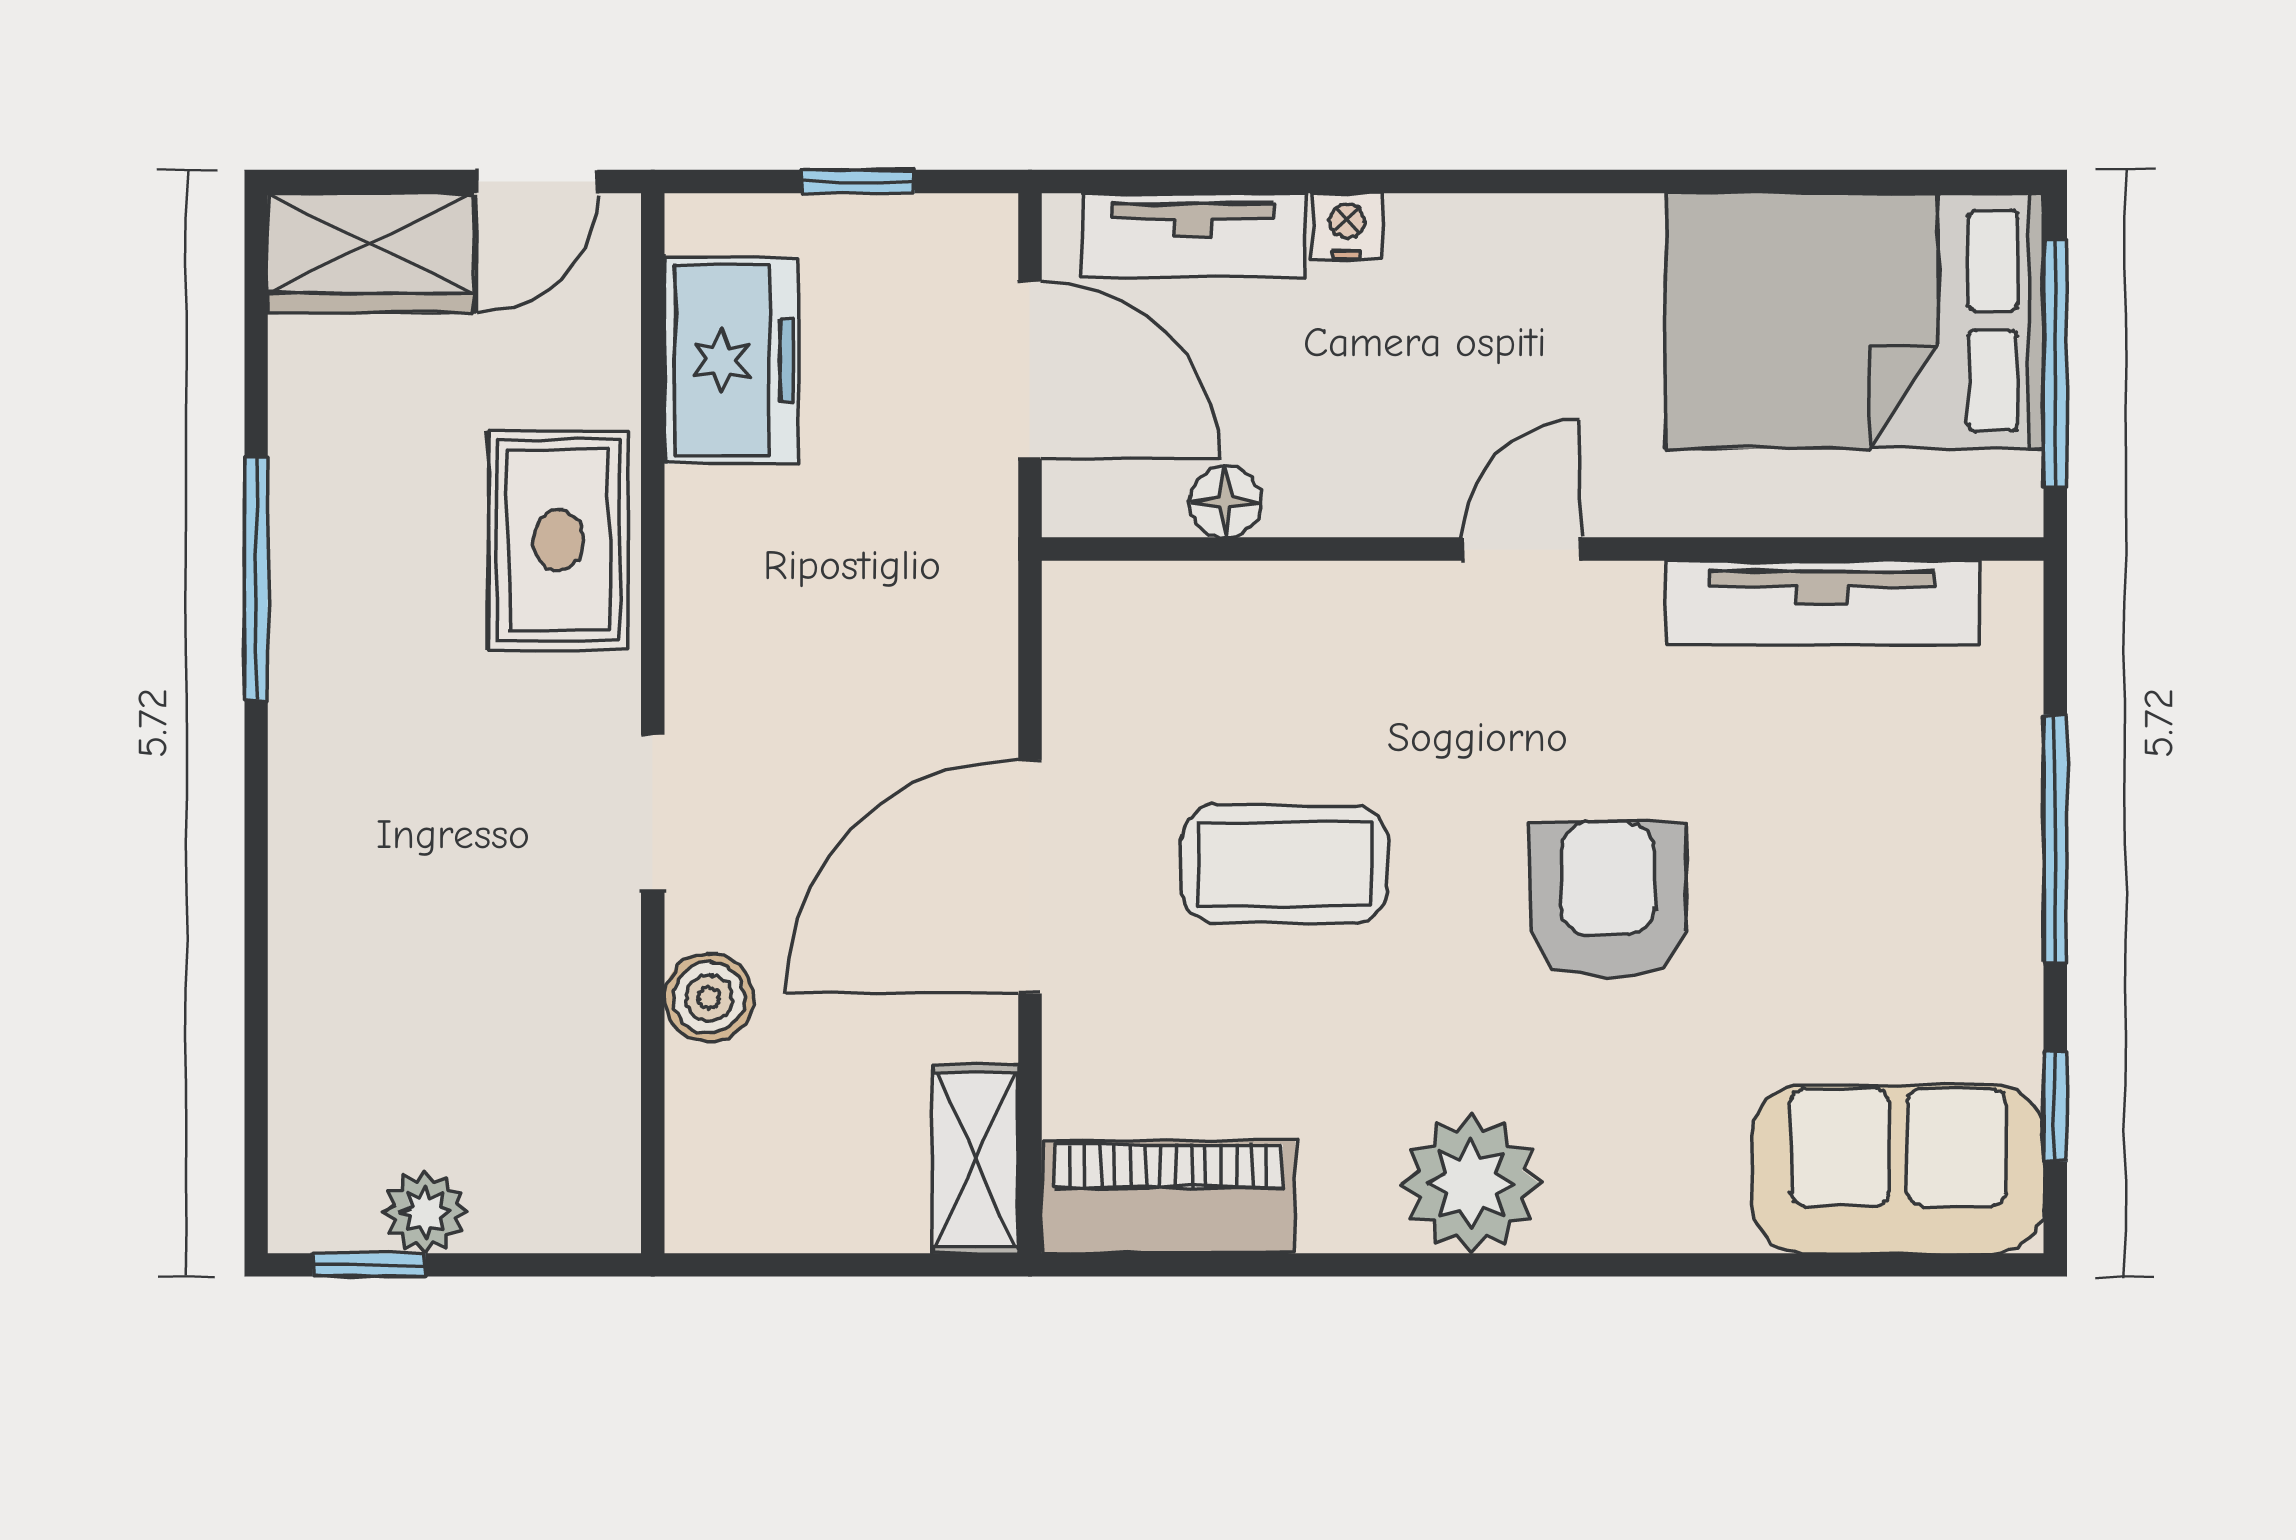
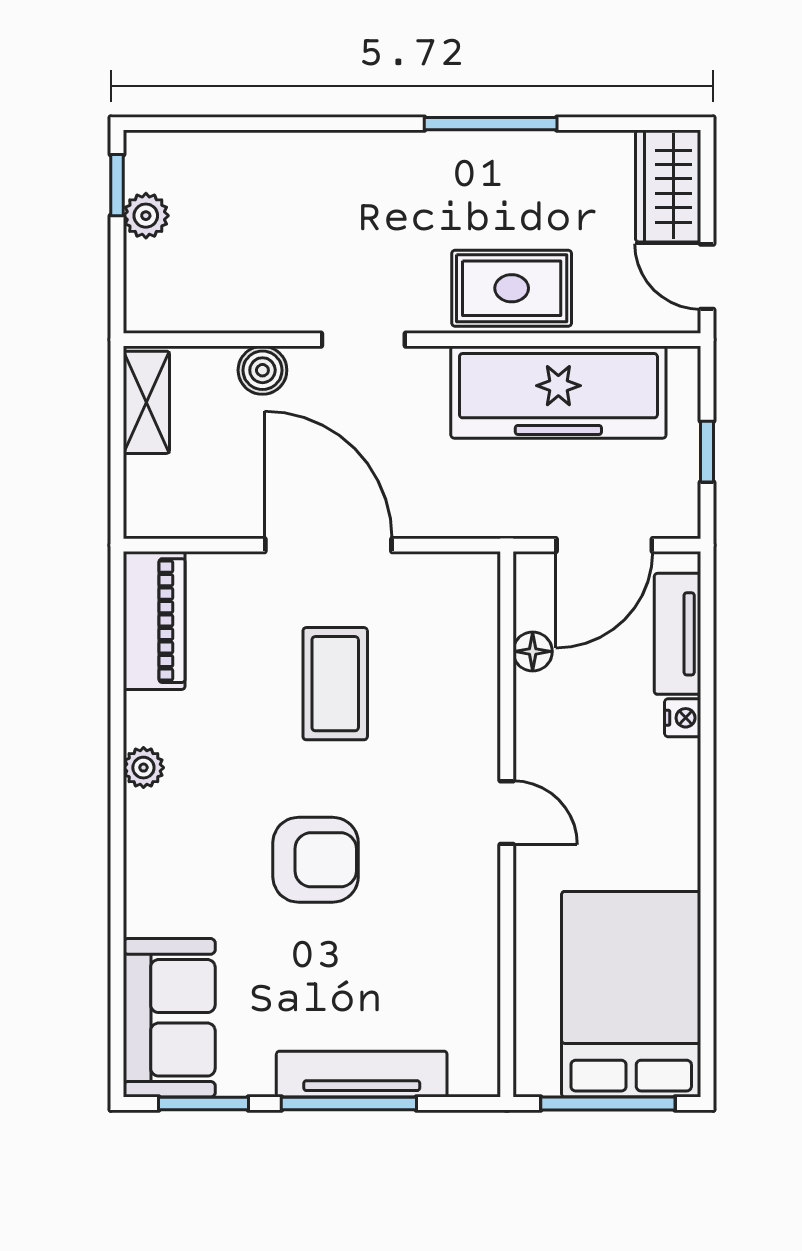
freezer: (732, 360) -> (558, 392), width x1.91, depth x1.26
tv unit: (1823, 603) -> (362, 1074), moved, turned 90
window: (2055, 1106) -> (203, 1104), width x1.50
shelving: (976, 1159) -> (146, 402), moved, turned 90
plant: (1471, 1184) -> (143, 768), width x0.53, depth x0.53

